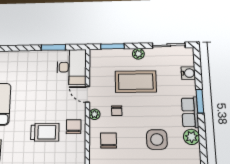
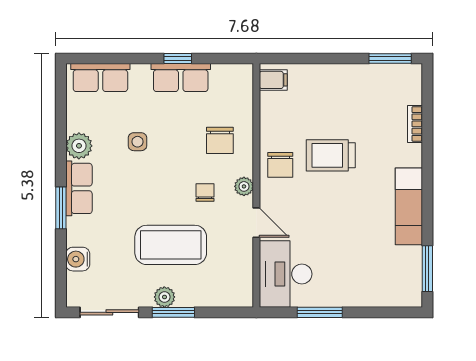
window: (112, 46) -> (173, 312), moved
side table: (157, 139) -> (137, 142), width x0.54, depth x0.54

